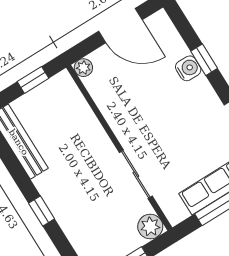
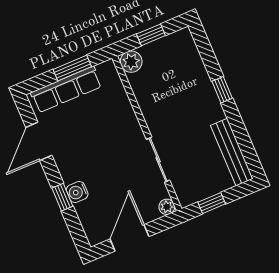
door: (120, 26) -> (129, 238), hinge flipped
sliding door: (136, 174) -> (158, 160), moved

